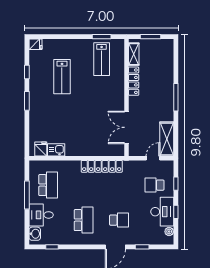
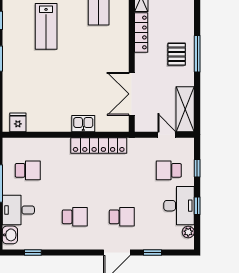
pallet: (160, 98) -> (177, 54), added
kitchen sink: (56, 150) -> (83, 124), moved
door: (153, 158) -> (167, 135), hinge flipped
school desk: (48, 185) -> (28, 170), width x0.54
school desk: (84, 220) -> (75, 217), width x0.54

